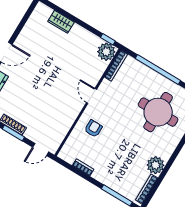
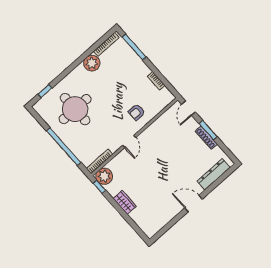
wardrobe: (61, 22) -> (125, 202), moved
door: (41, 149) -> (189, 108), swing flipped

